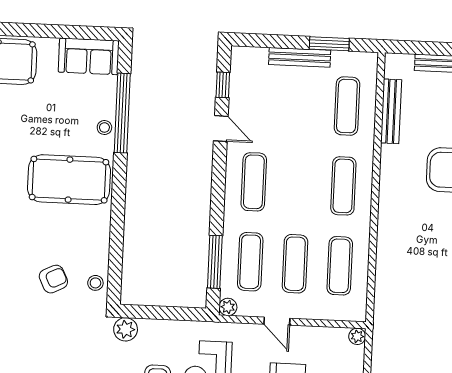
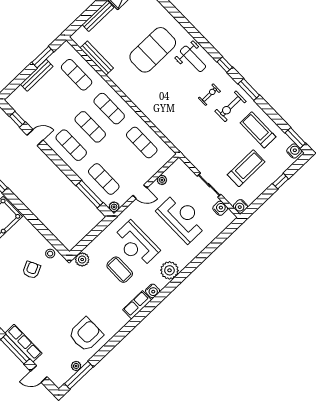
exercise mat: (295, 264) -> (90, 127), moved
plant: (357, 336) -> (162, 180), moved

